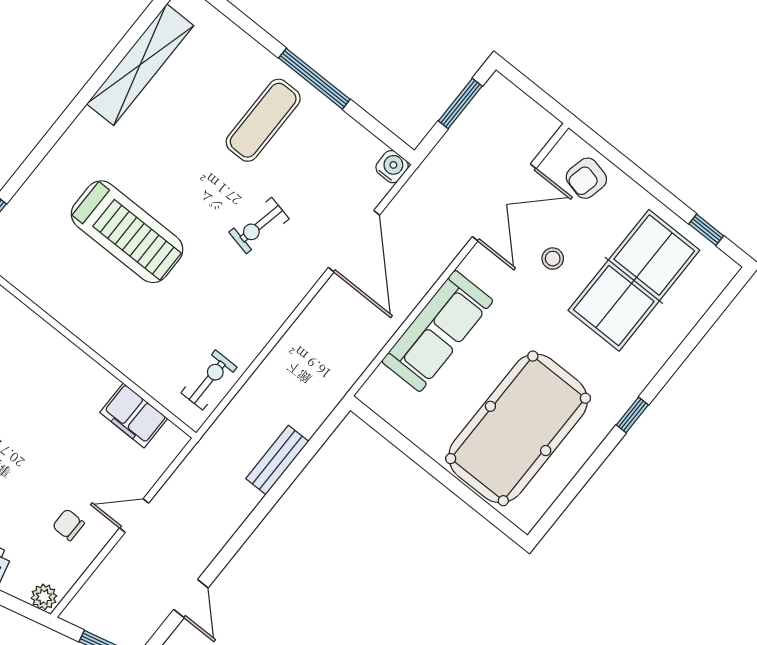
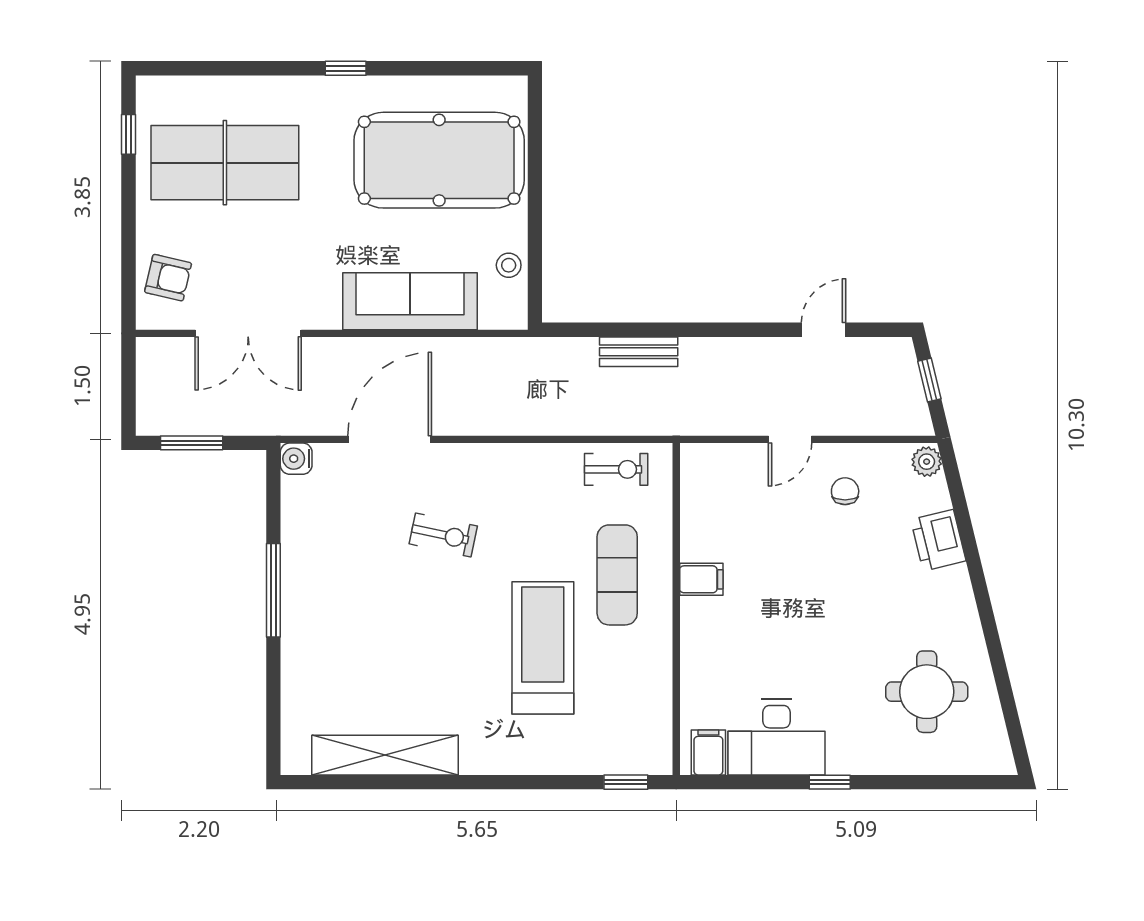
exercise mat: (263, 120) -> (617, 575), moved, turned 90
double door: (504, 203) -> (248, 333), swing flipped
stool: (553, 259) -> (509, 265), moved
exercise bike: (209, 380) -> (616, 469), turned 180
filing cabinet: (134, 415) -> (701, 579), moved, width x0.50
door: (134, 516) -> (790, 439), hinge flipped
chair: (68, 525) -> (845, 491), turned 180

